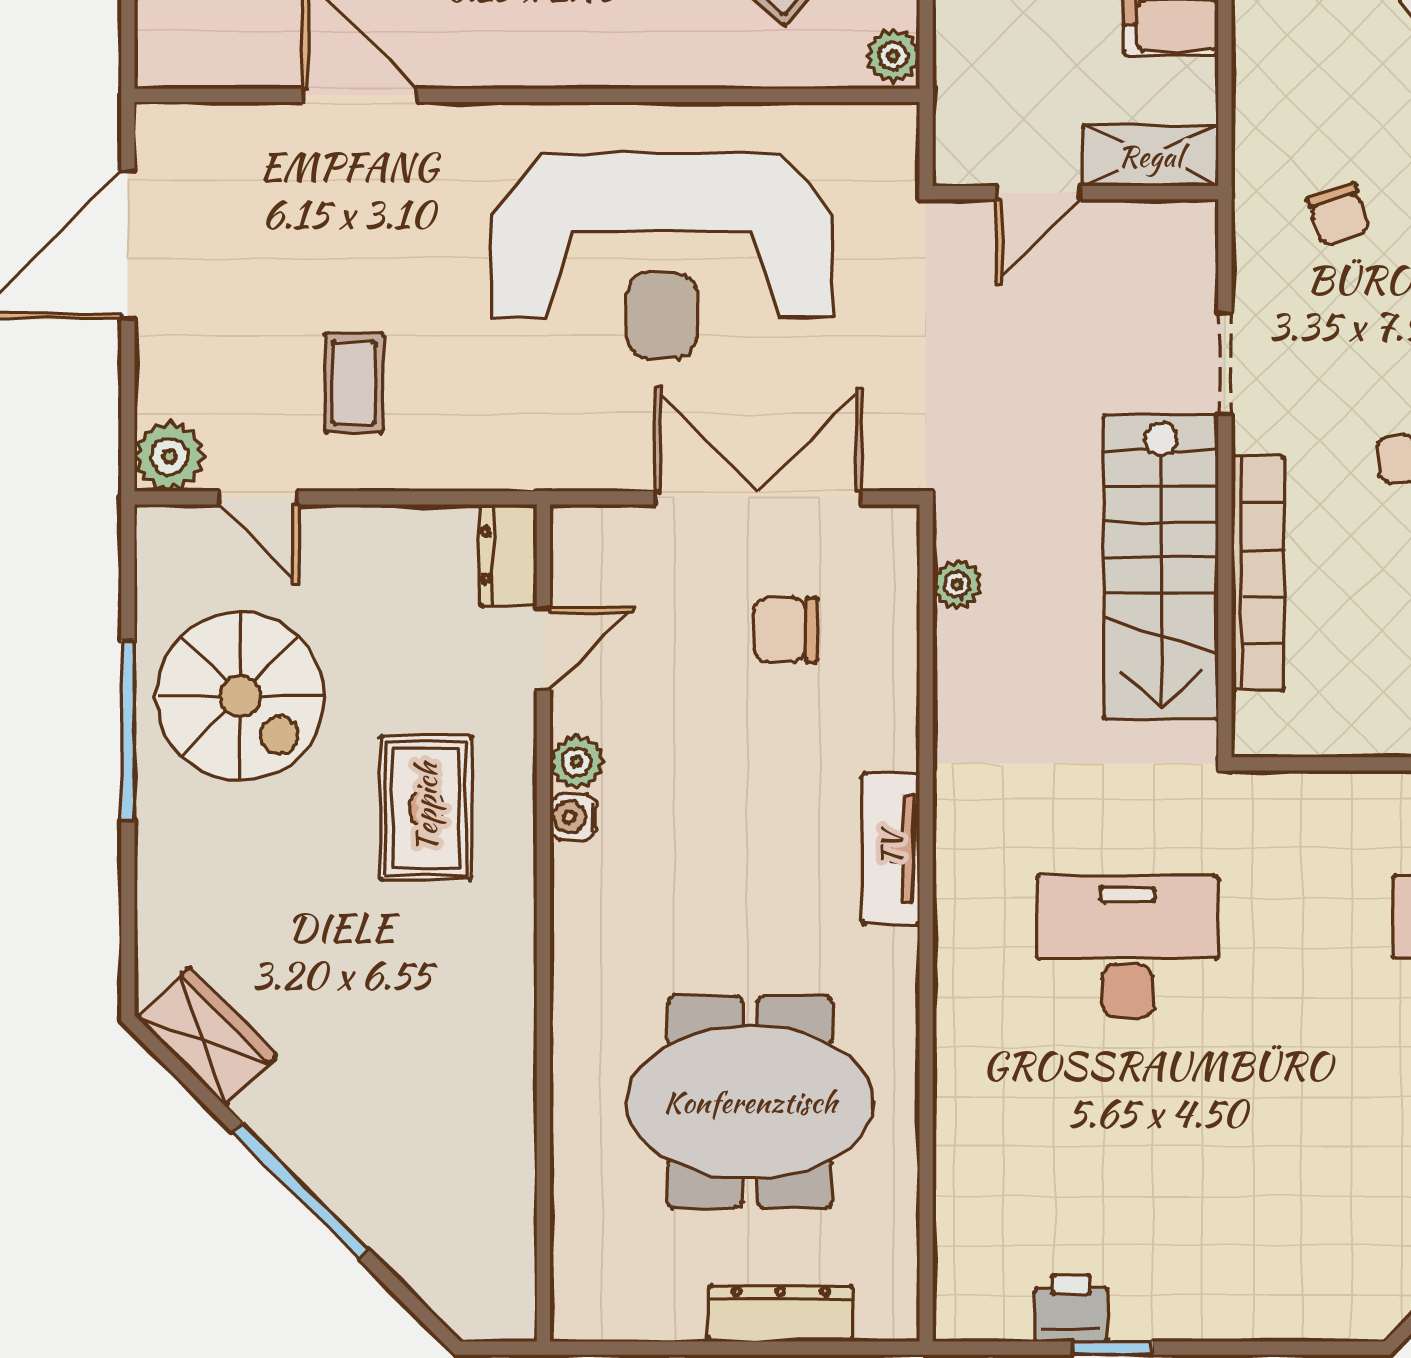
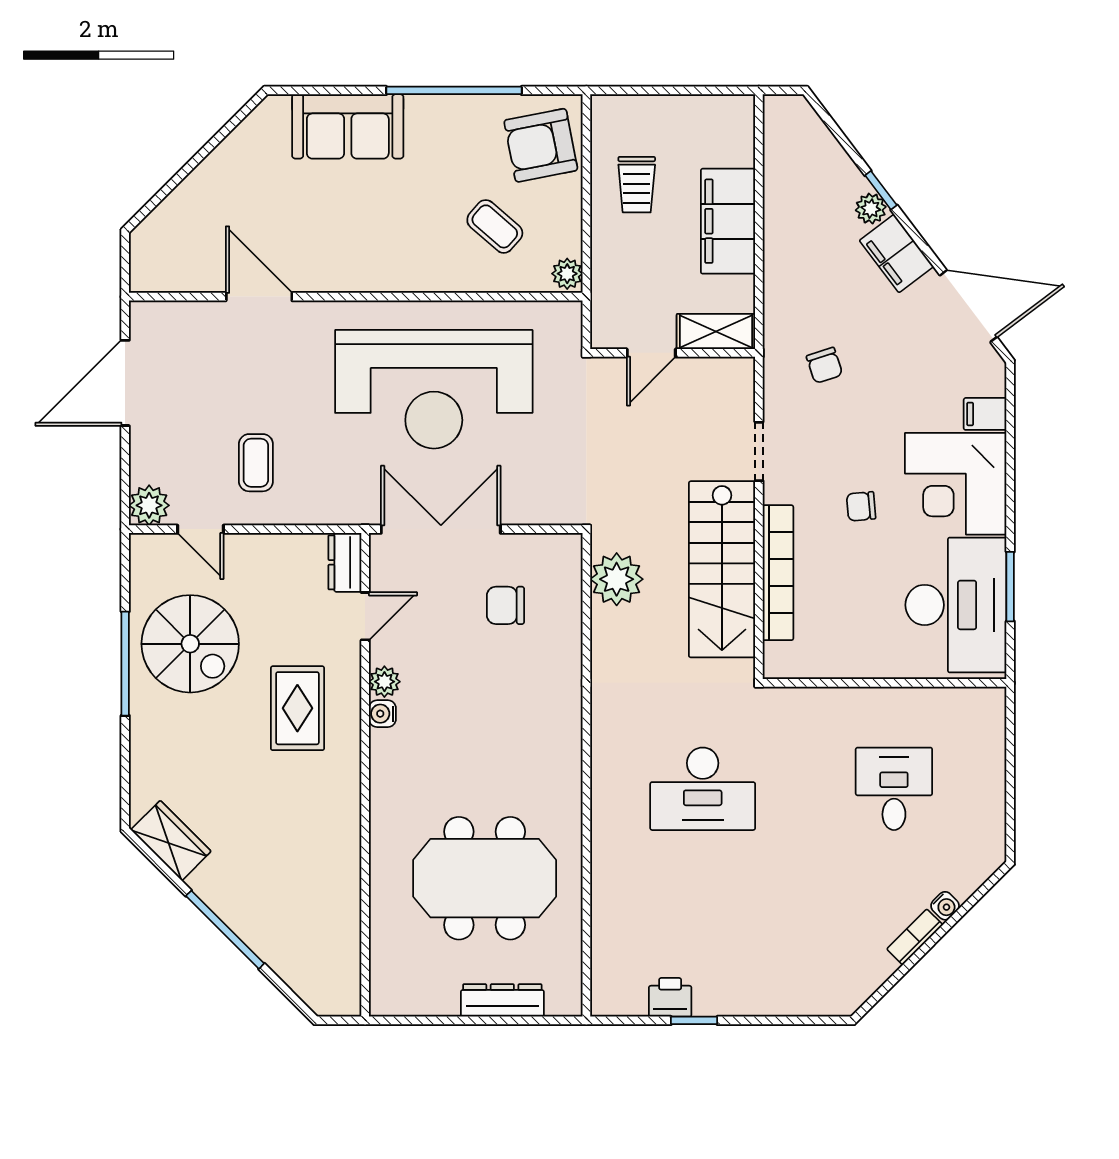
double door: (758, 498) -> (441, 529), moved
plant: (957, 584) -> (617, 579), width x1.88, depth x1.88
tv unit: (891, 849) -> (566, 732), removed
desk: (1127, 947) -> (703, 789), turned 180

